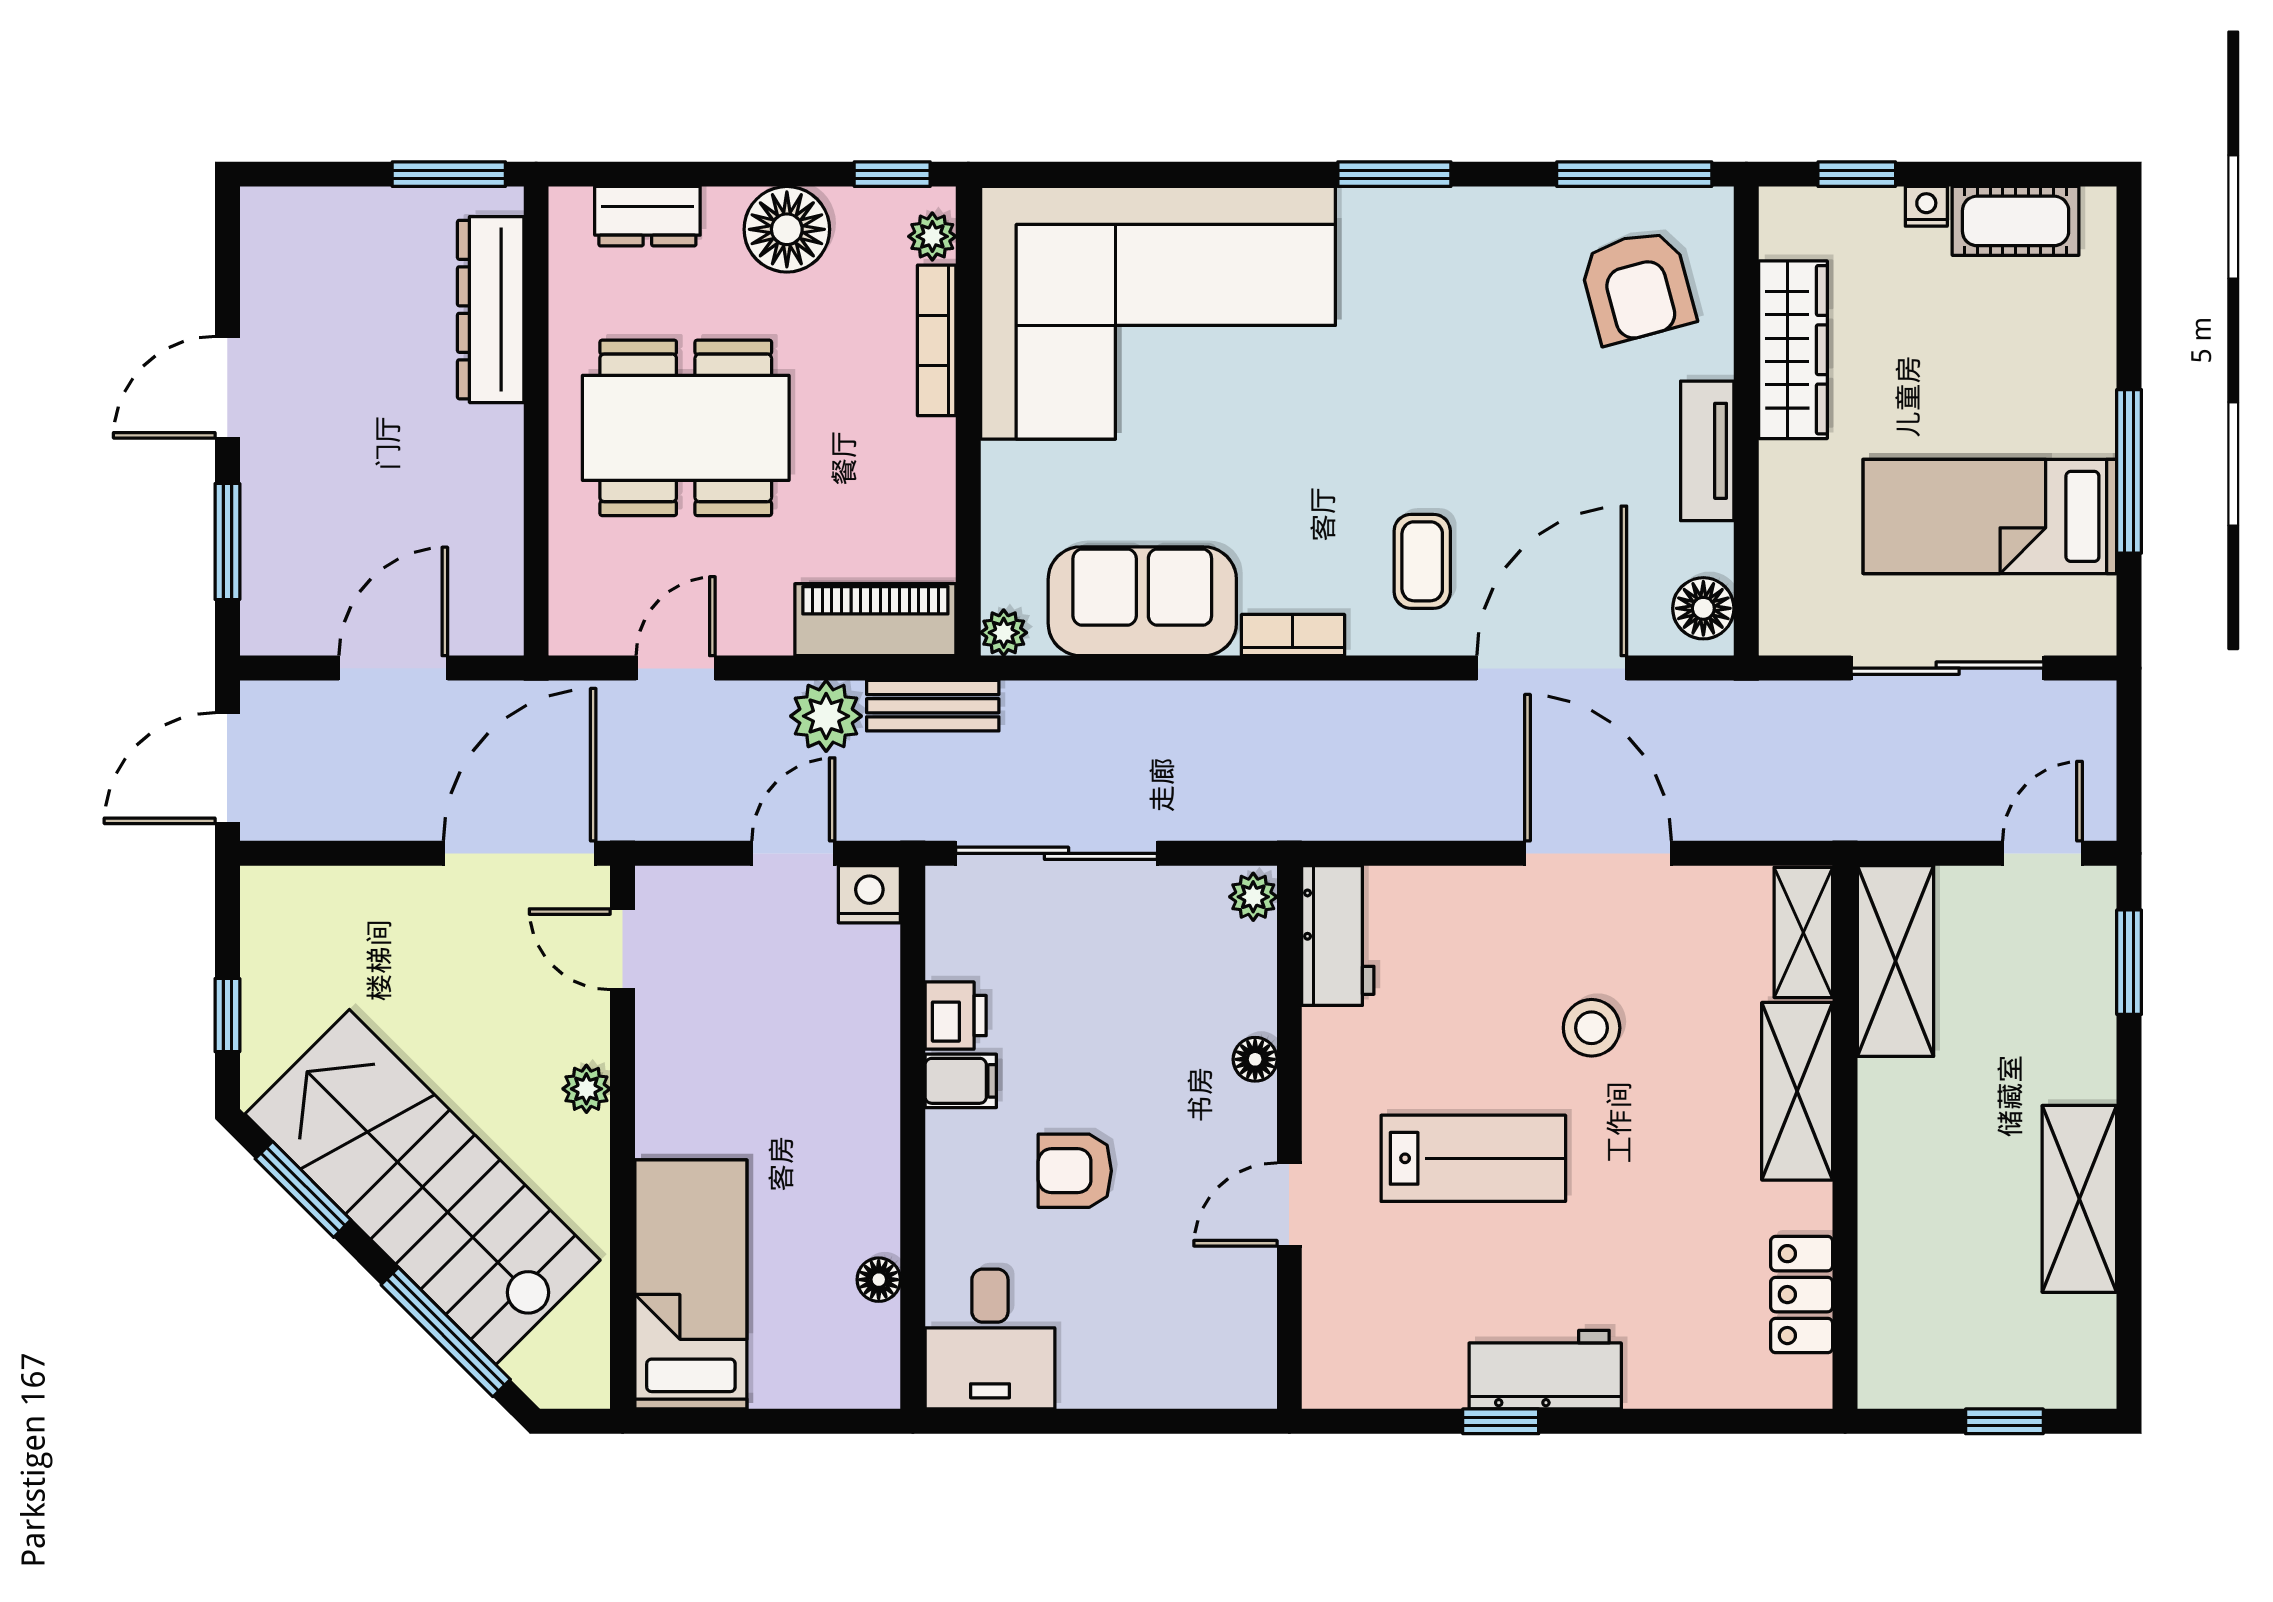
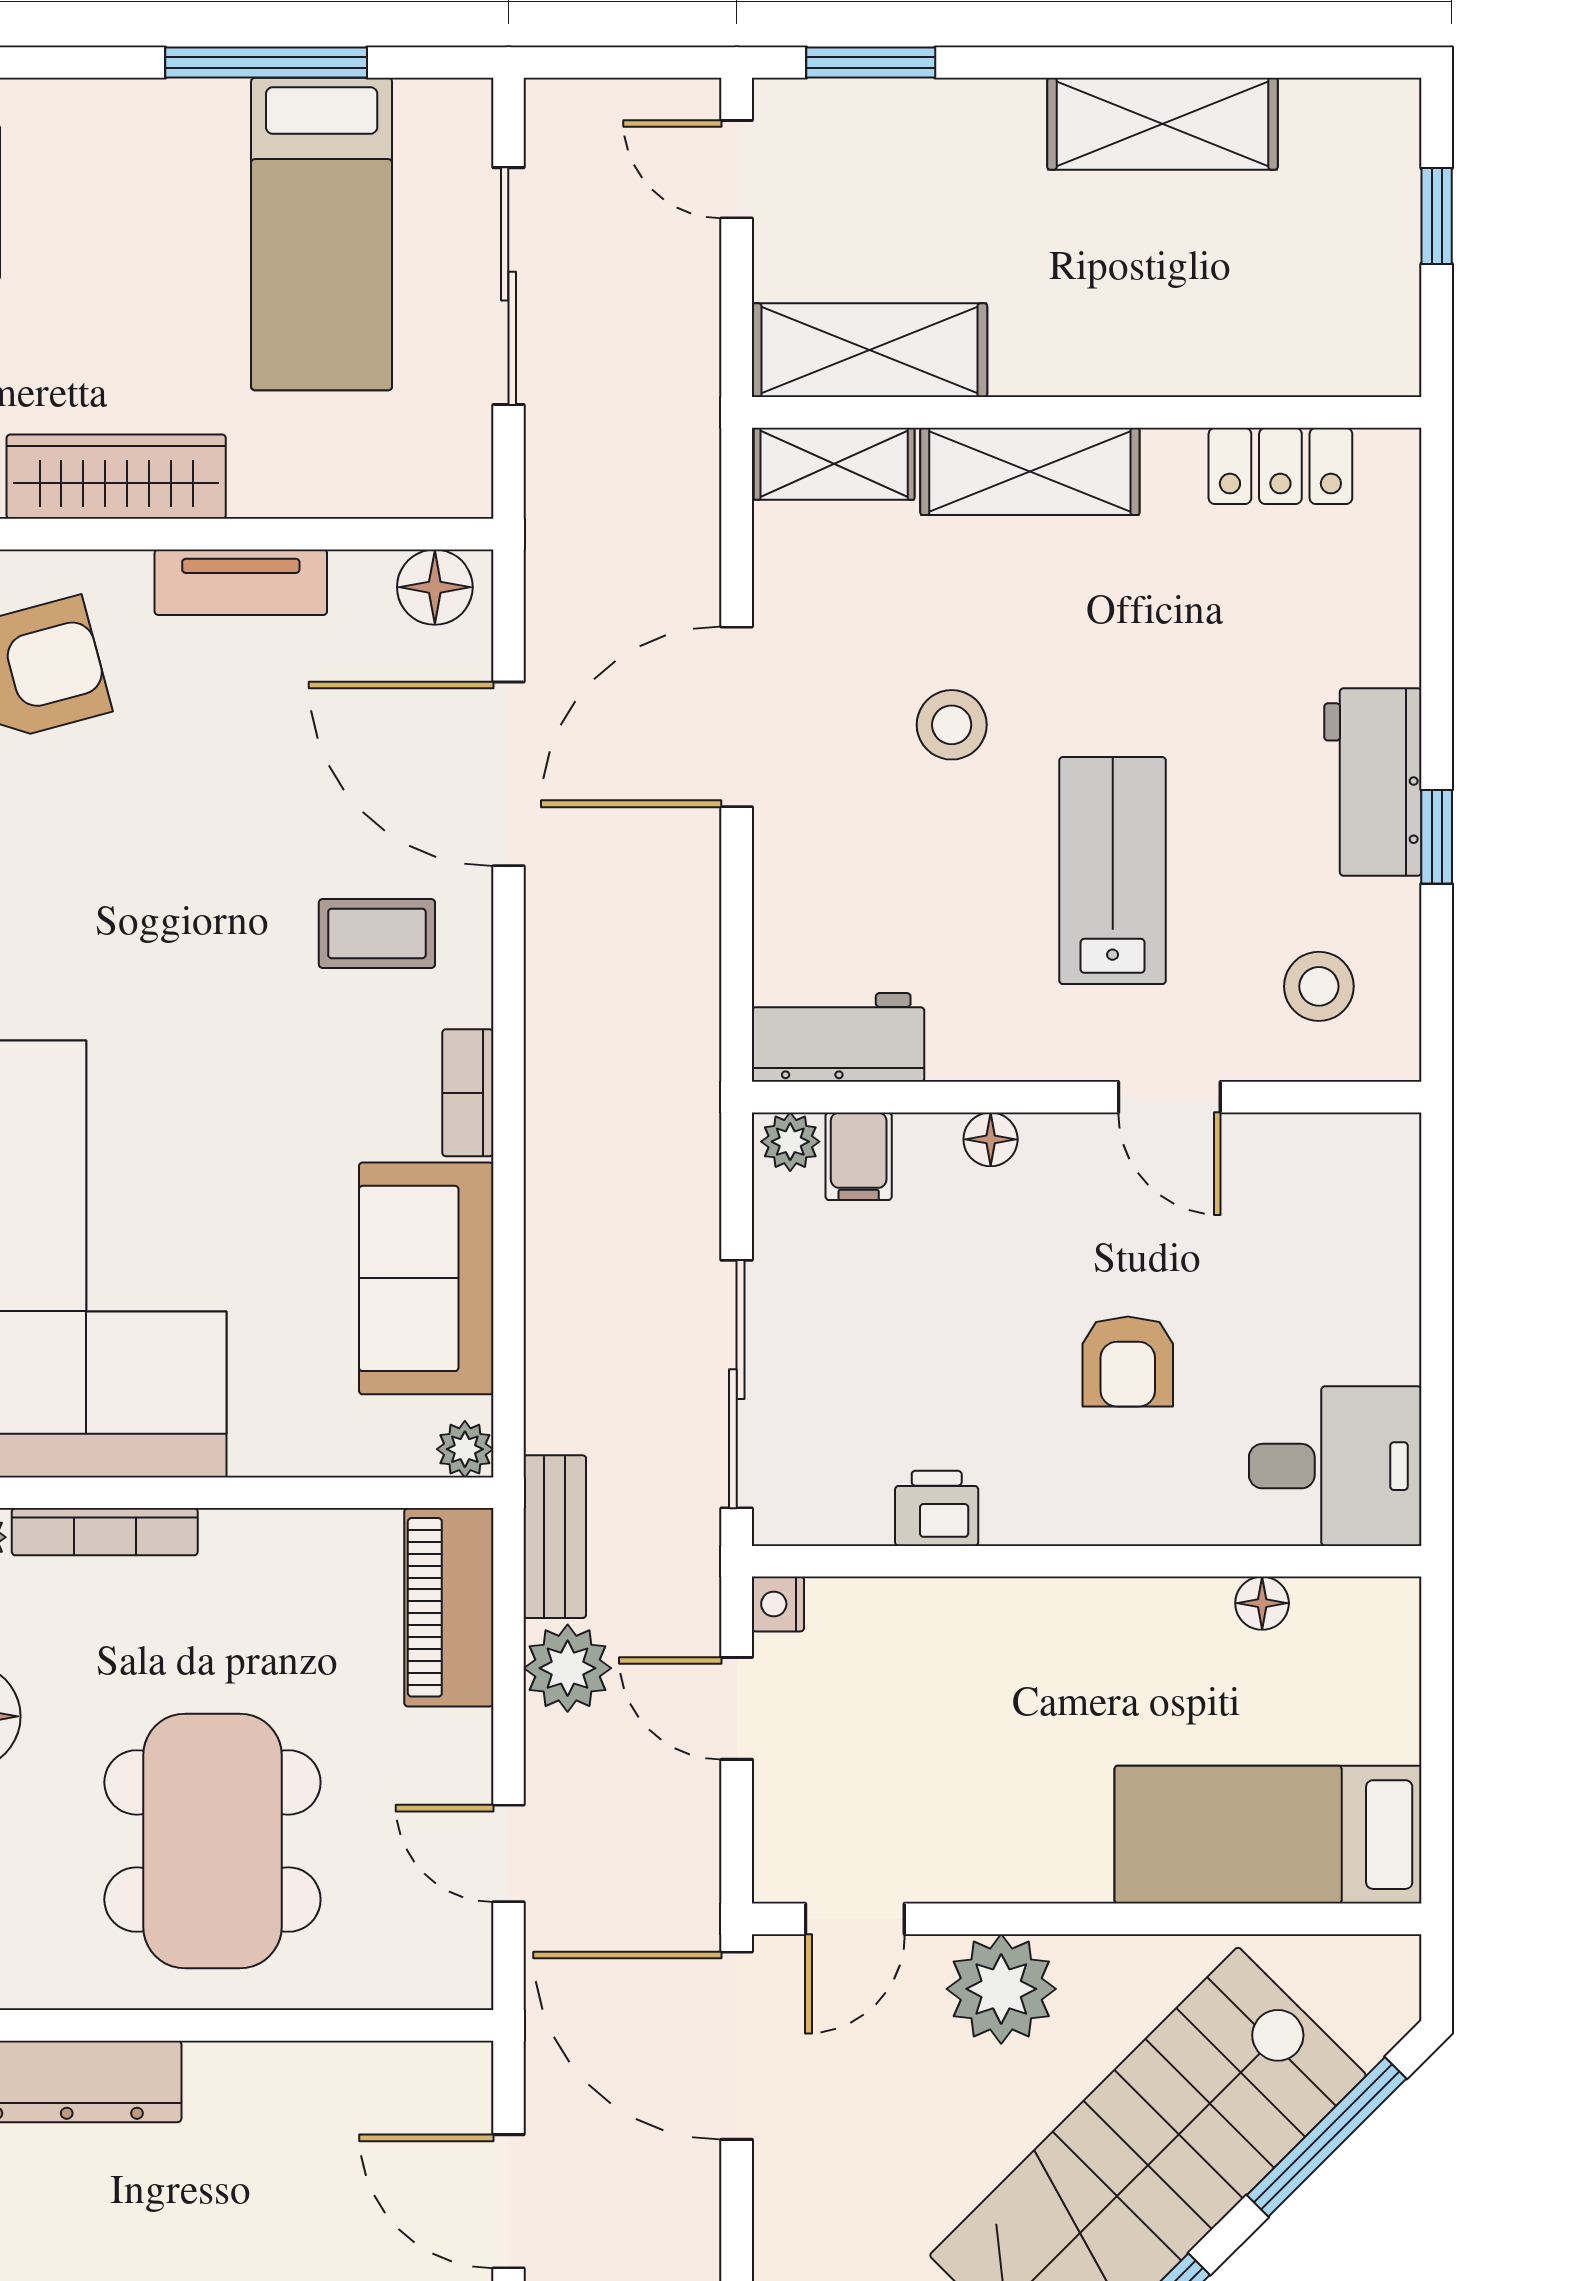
nightstand: (869, 894) -> (778, 1604), width x0.72, depth x0.74
filing cabinet: (961, 1081) -> (859, 1156), moved, turned 180
plant: (586, 1089) -> (1001, 1989), width x1.88, depth x1.88
stool: (1379, 1326) -> (1319, 986), added

